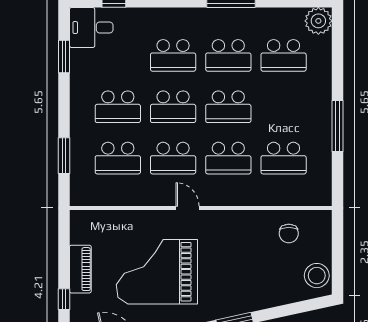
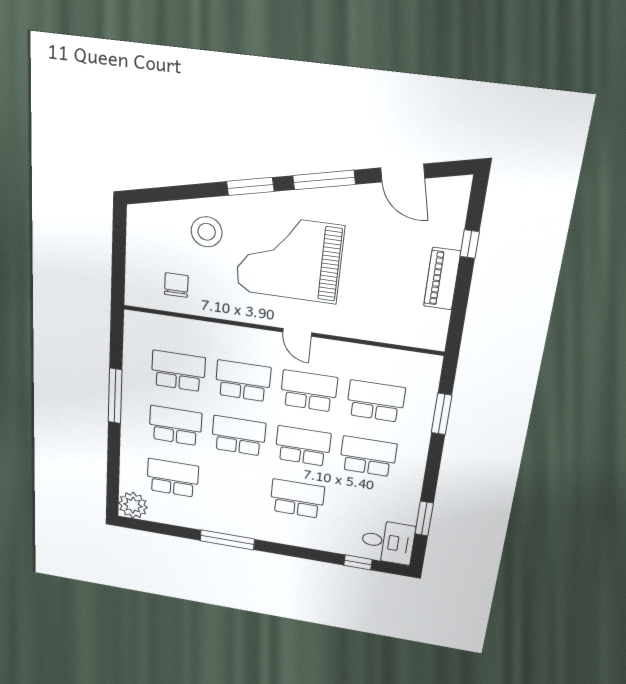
school desk: (228, 55) -> (175, 426), moved
grand piano: (157, 272) -> (289, 258), moved, turned 180
stool: (317, 276) -> (207, 232), moved

